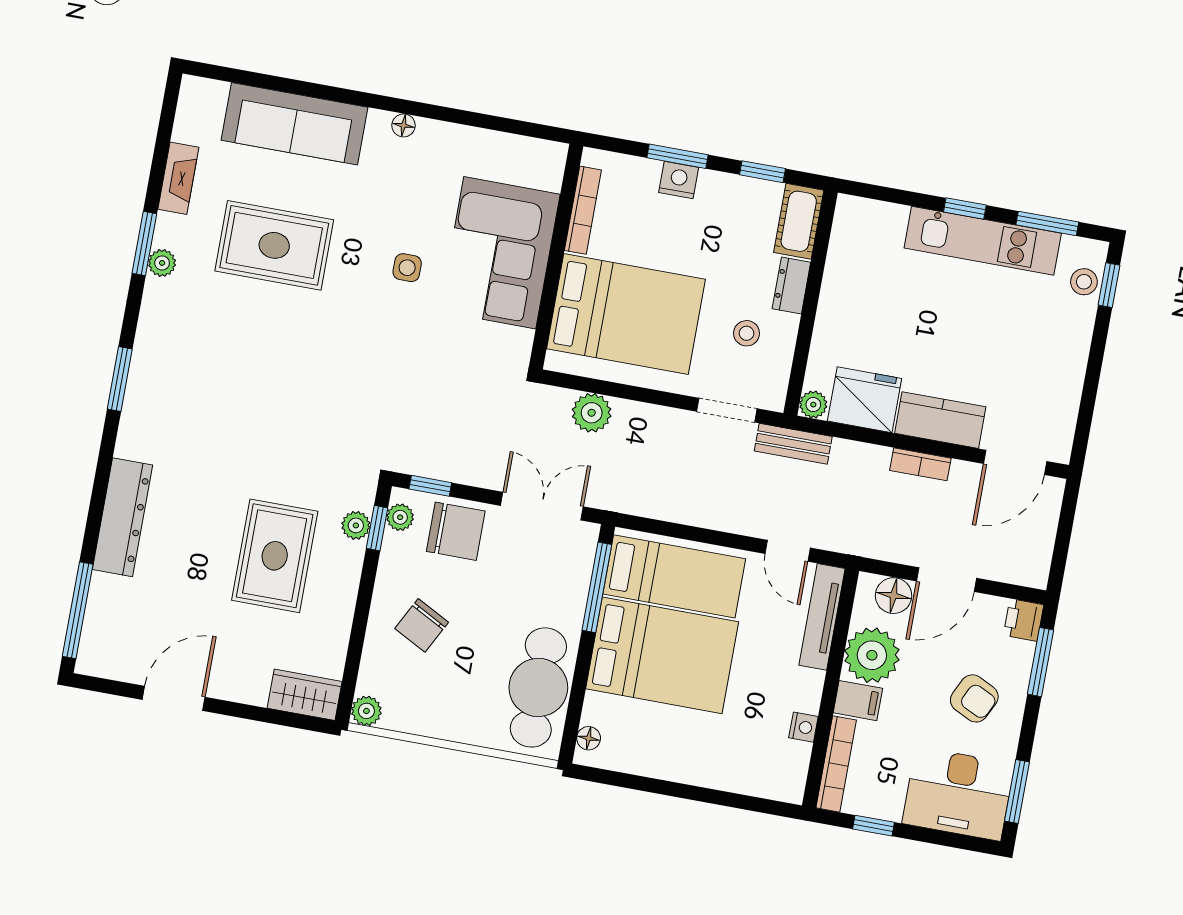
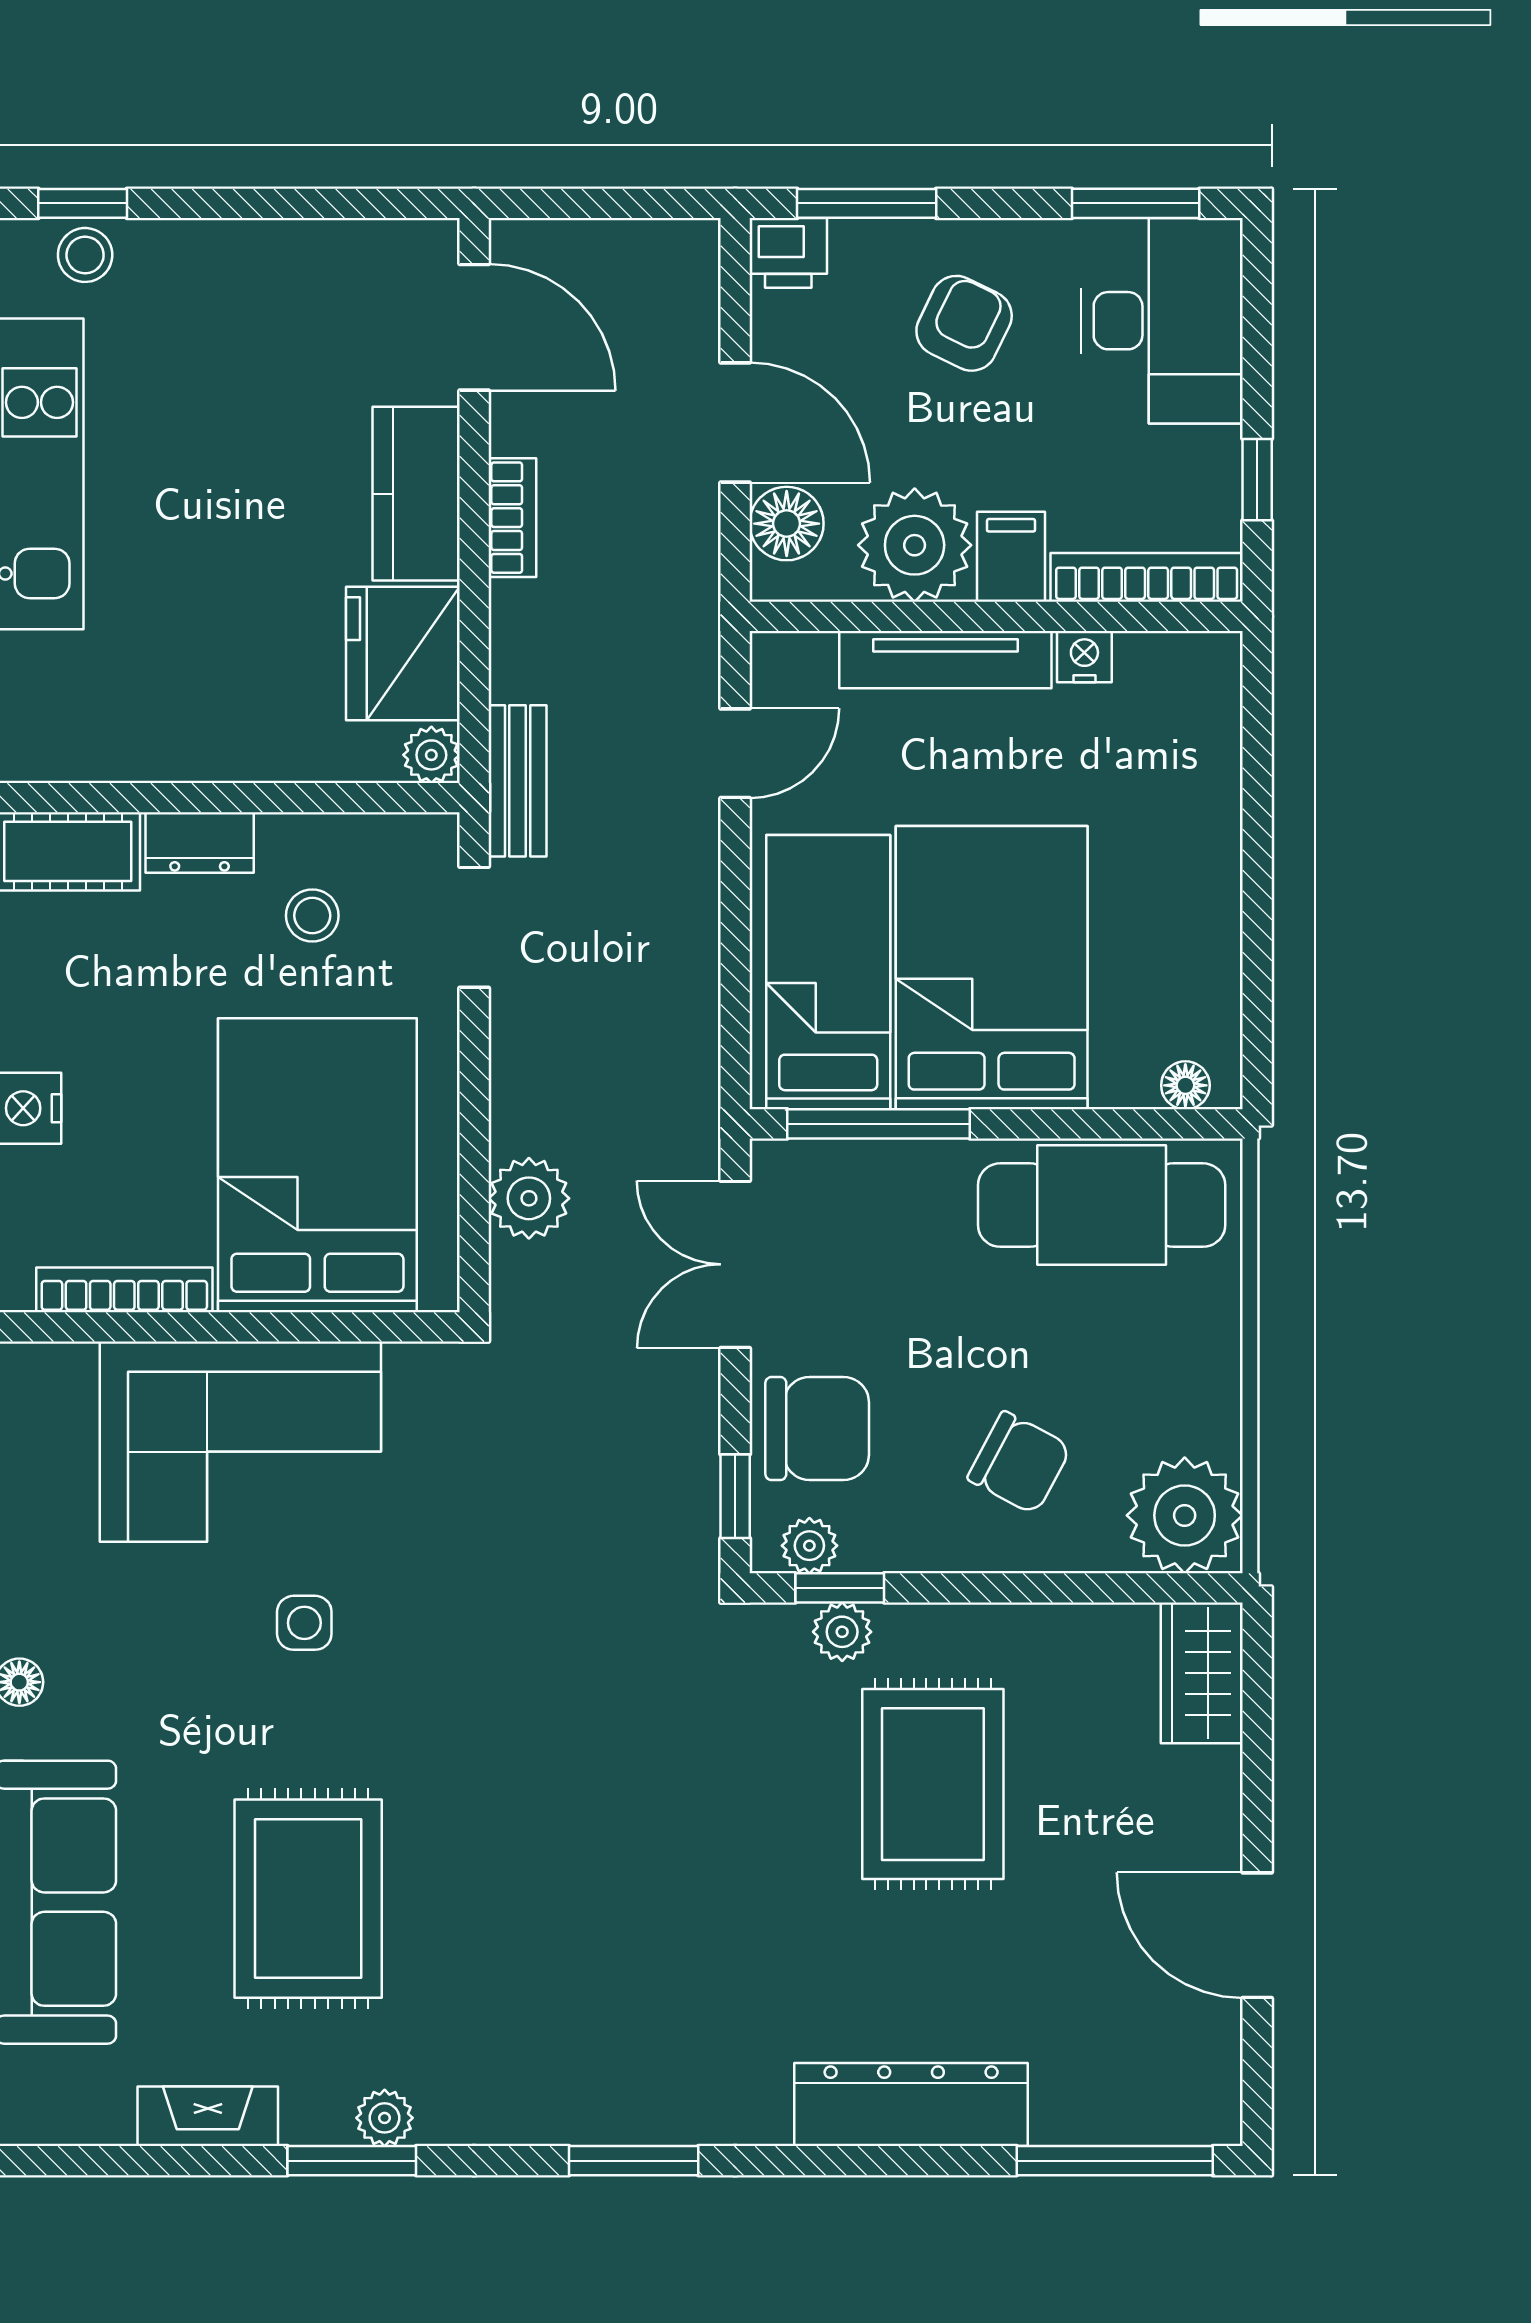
chair: (456, 531) -> (817, 1429), turned 90
rug: (275, 556) -> (933, 1784), turned 90
tv unit: (822, 617) -> (945, 660), moved
plant: (366, 711) -> (1185, 1515), width x1.87, depth x1.87

